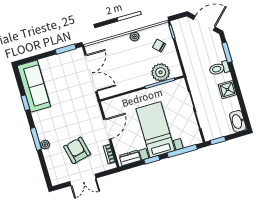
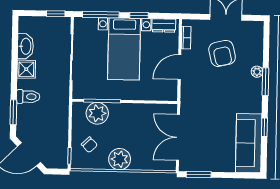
plant: (135, 37) -> (120, 159), width x1.88, depth x1.88
washbasin: (238, 121) -> (25, 46), moved

